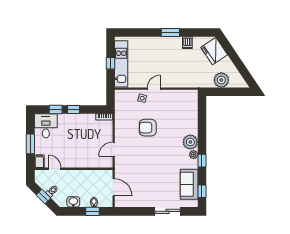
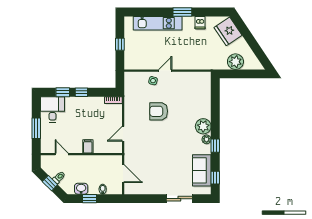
kitchen unit: (121, 64) -> (158, 23), moved, turned 90
filing cabinet: (39, 161) -> (88, 146), moved
window: (93, 211) -> (90, 199), moved

